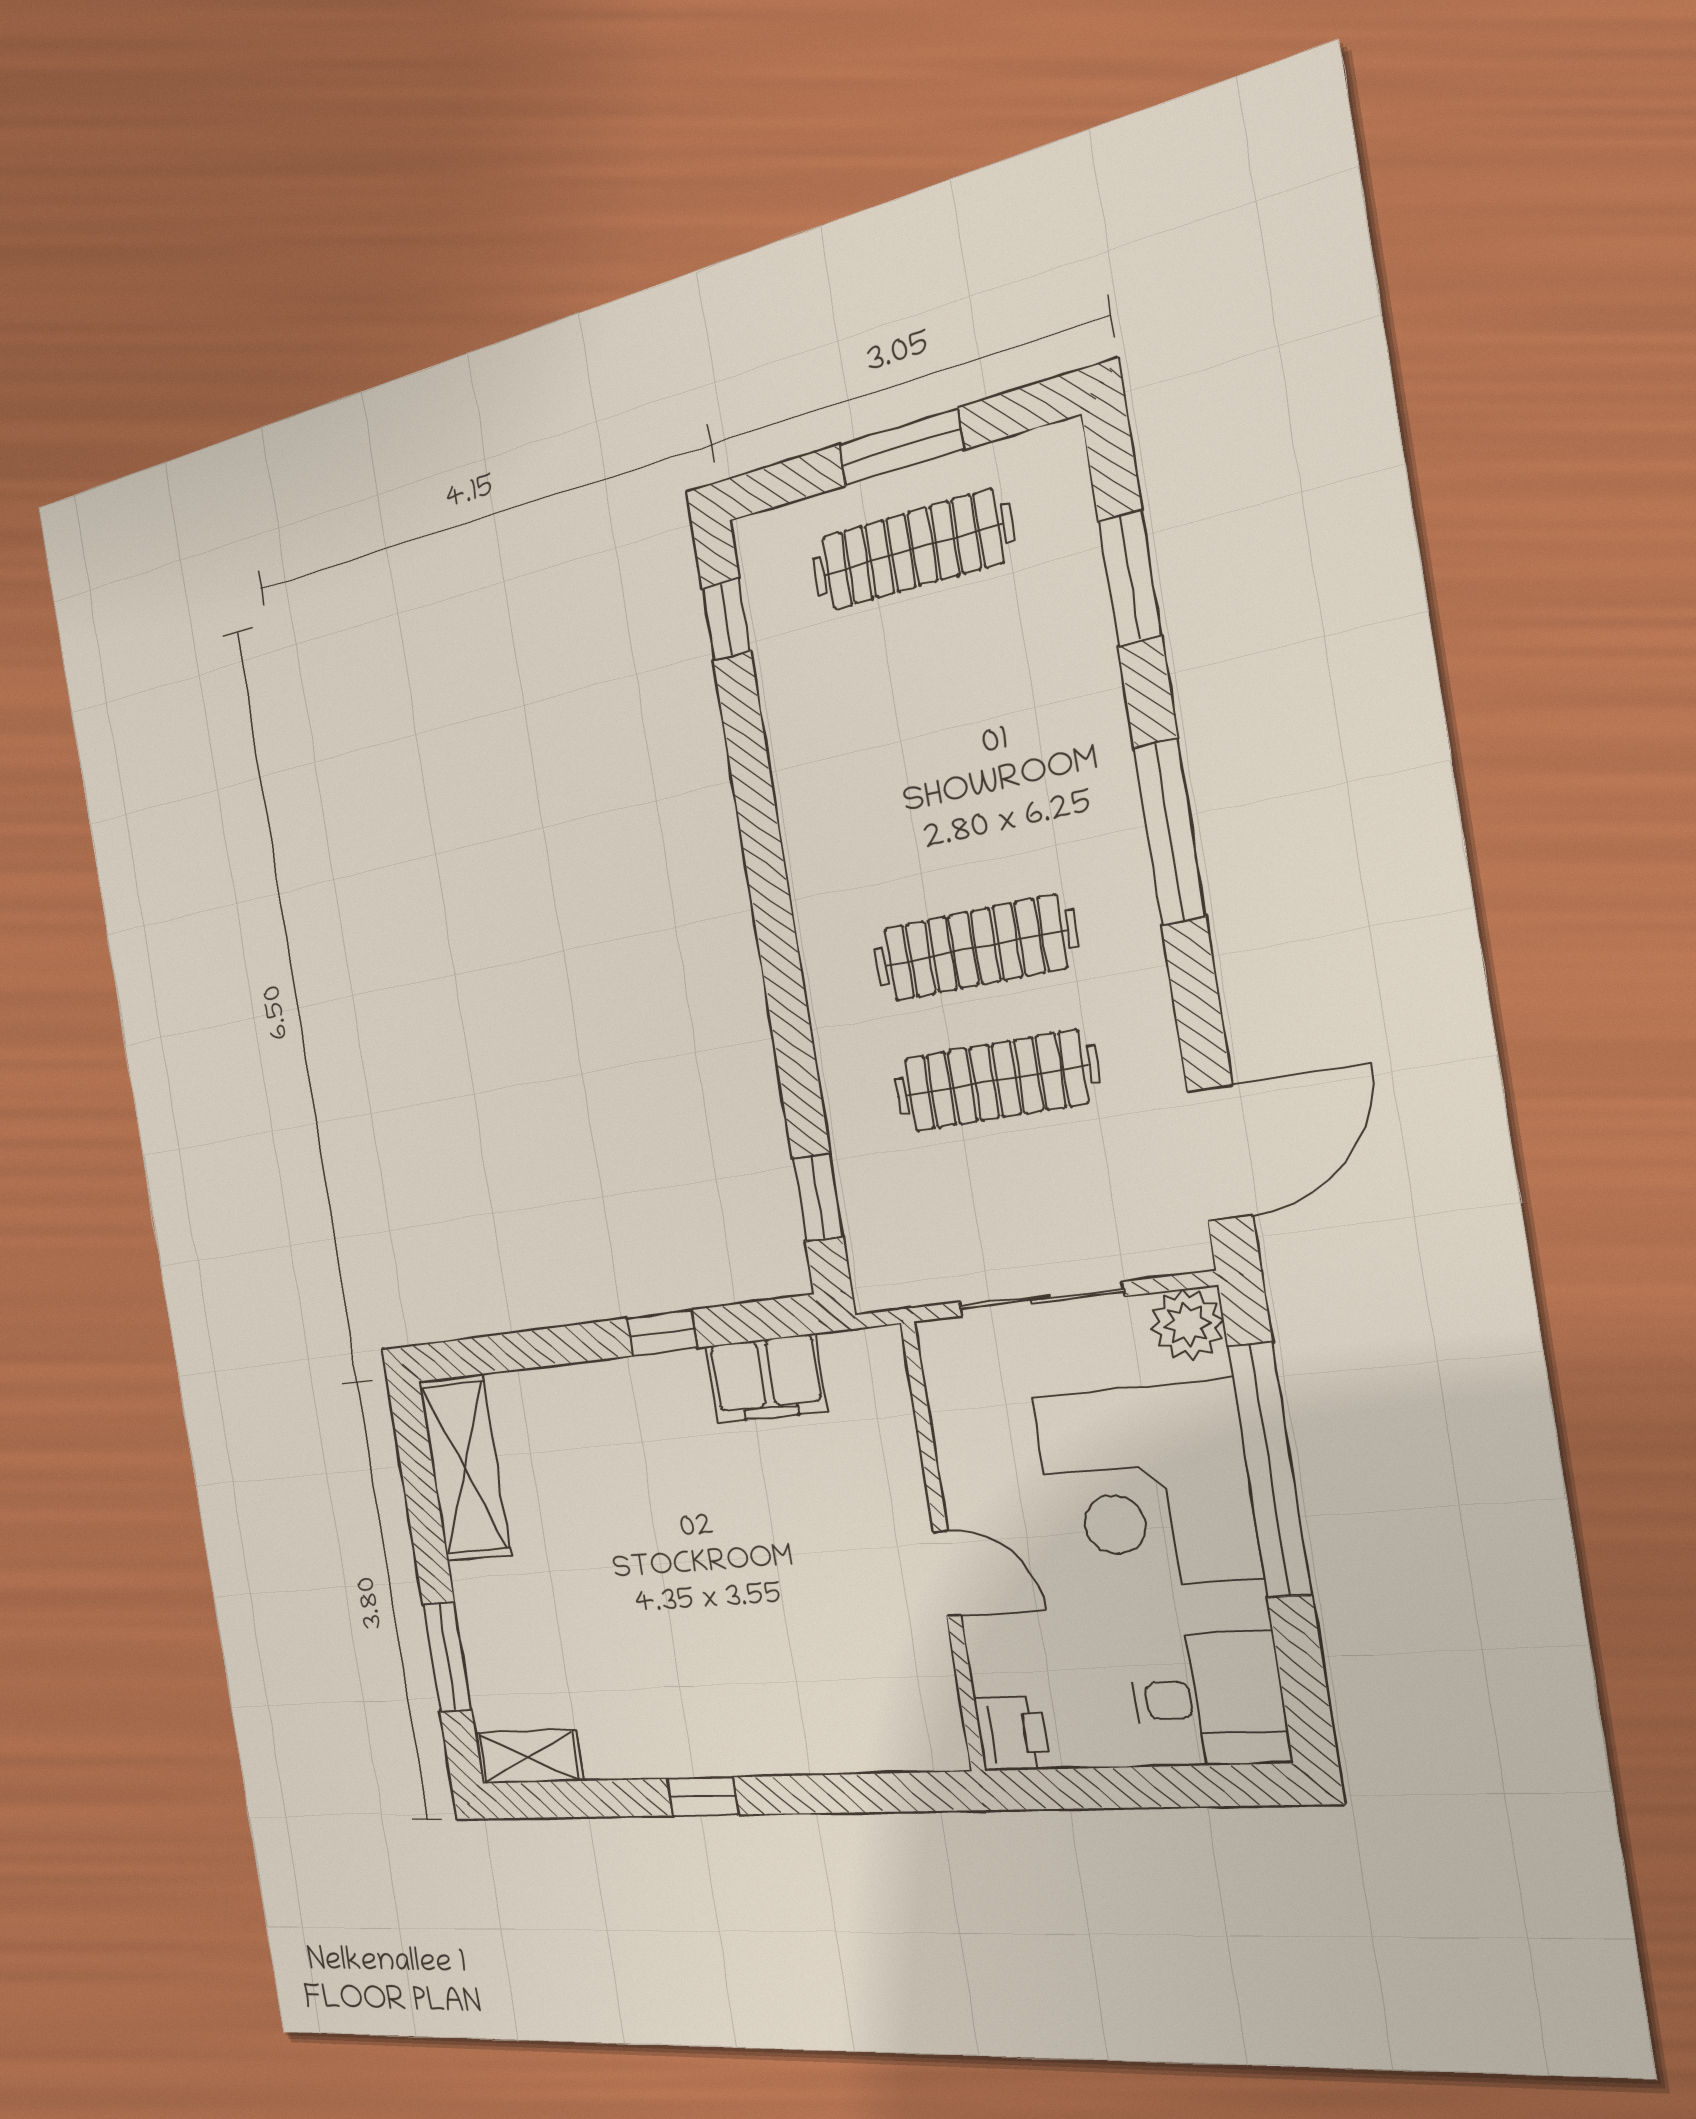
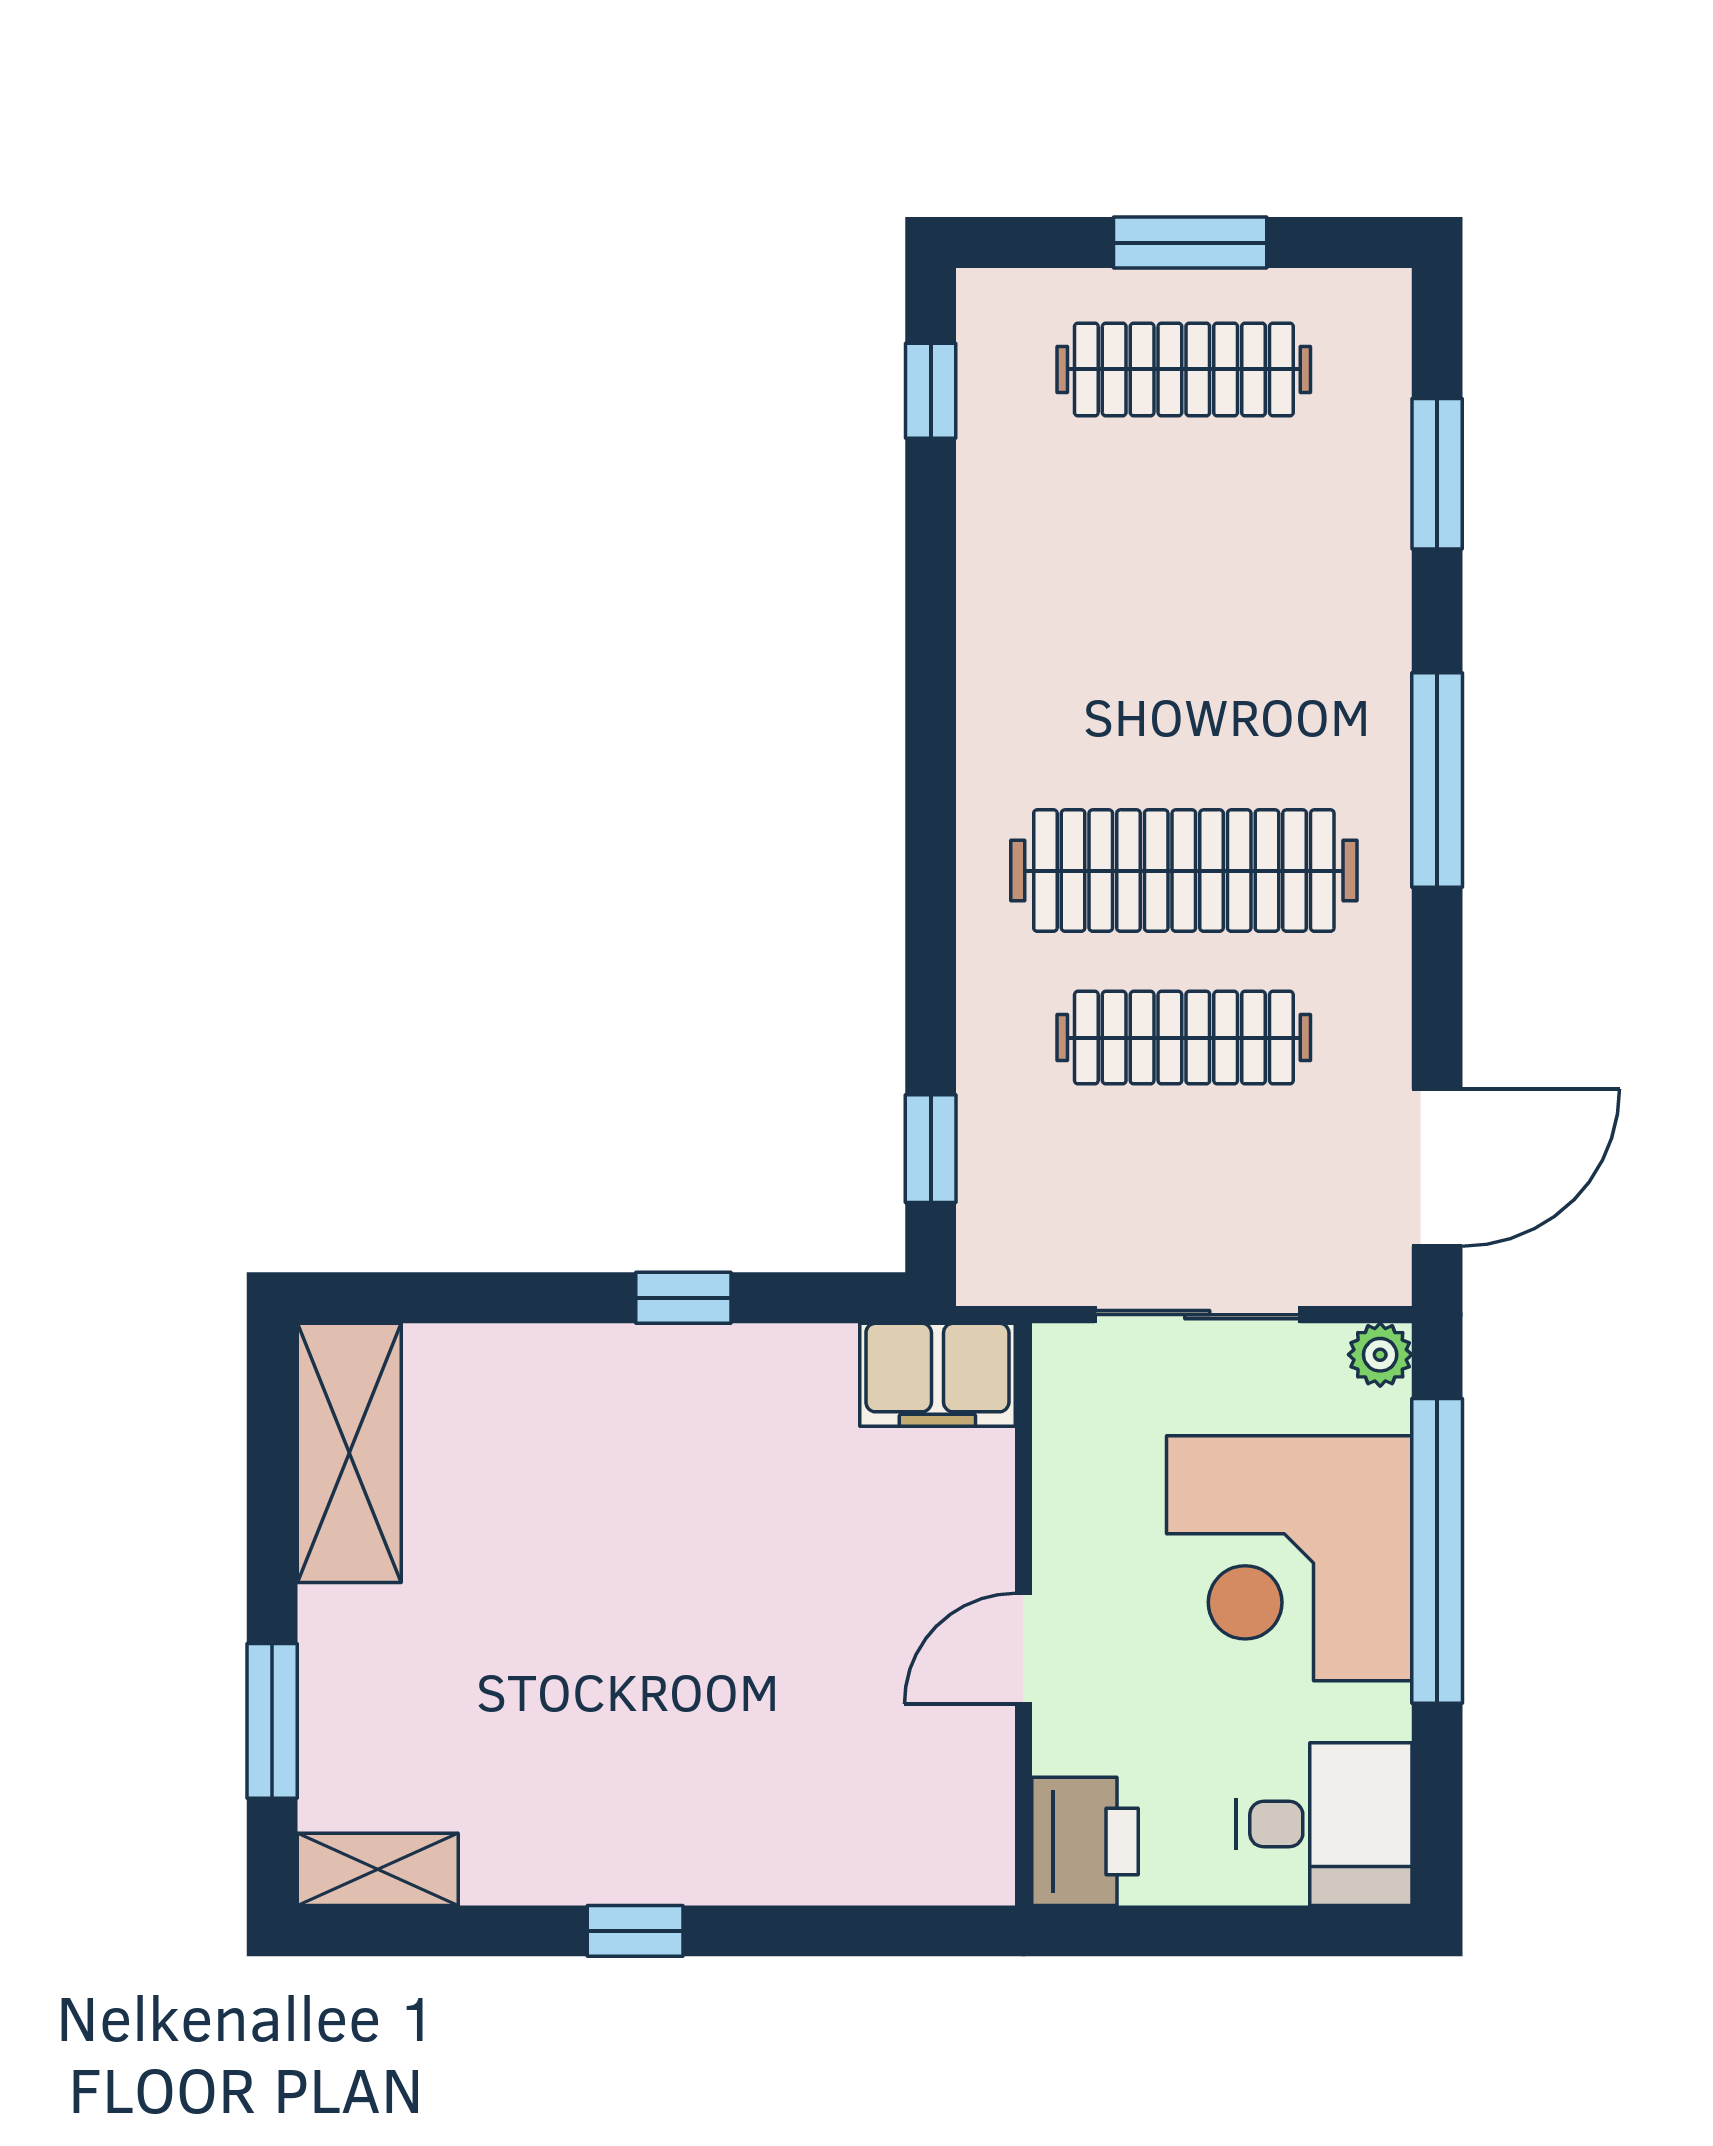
clothes rail: (975, 948) -> (1184, 871), width x1.37, depth x1.31
plant: (1187, 1325) -> (1380, 1355), width x0.73, depth x0.73
filing cabinet: (766, 1379) -> (937, 1375), moved
door: (947, 1573) -> (1023, 1649), swing flipped
printer: (1012, 1734) -> (1085, 1841), width x1.36, depth x1.24

